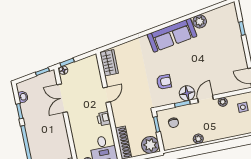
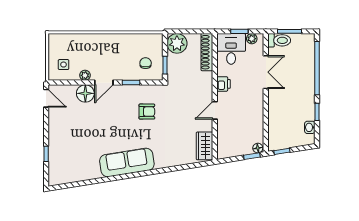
plant: (200, 21) -> (92, 172), removed
armchair: (164, 82) -> (147, 112), turned 180
floor lamp: (187, 93) -> (85, 93), moved
double door: (62, 98) -> (266, 72), moved
plant: (198, 139) -> (121, 39), removed

